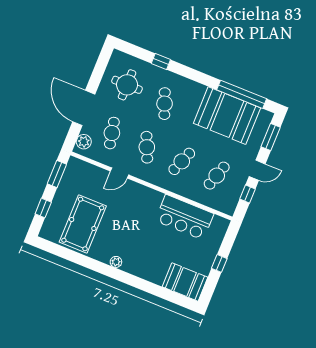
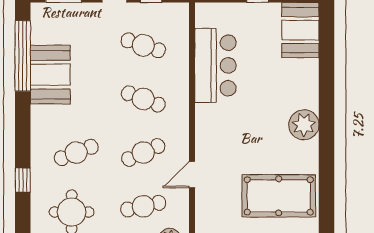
booth: (227, 116) -> (50, 75), width x0.73, depth x0.70
door: (119, 173) -> (192, 175), swing flipped
plant: (116, 262) -> (304, 125), width x1.88, depth x1.88

